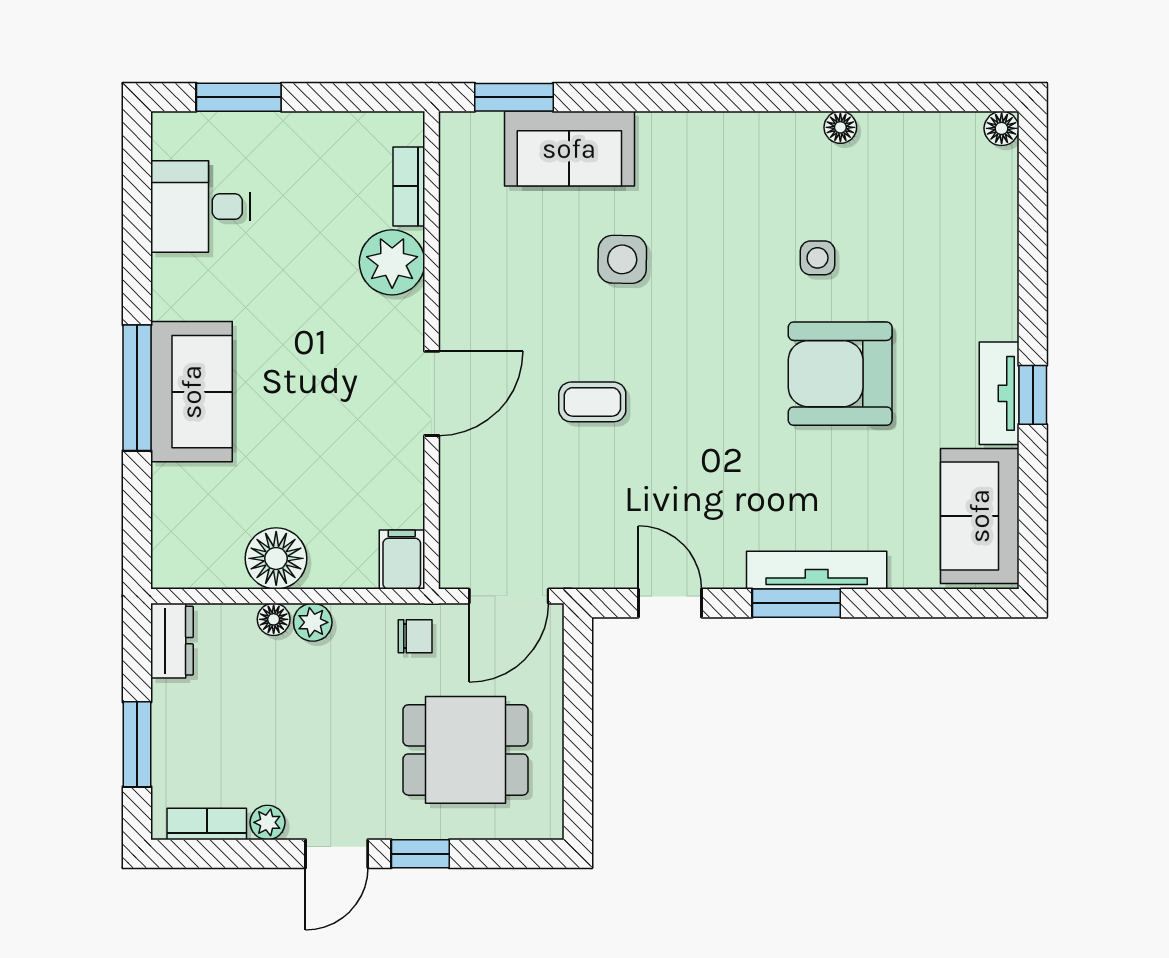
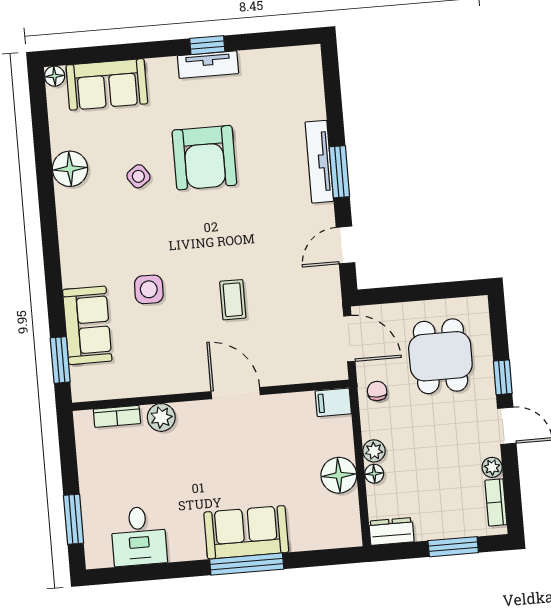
floor lamp: (840, 127) -> (70, 169), width x1.89, depth x1.89
side table: (818, 258) -> (138, 176), turned -35
plant: (392, 262) -> (161, 417), width x0.73, depth x0.73
sofa: (980, 516) -> (107, 84), moved

